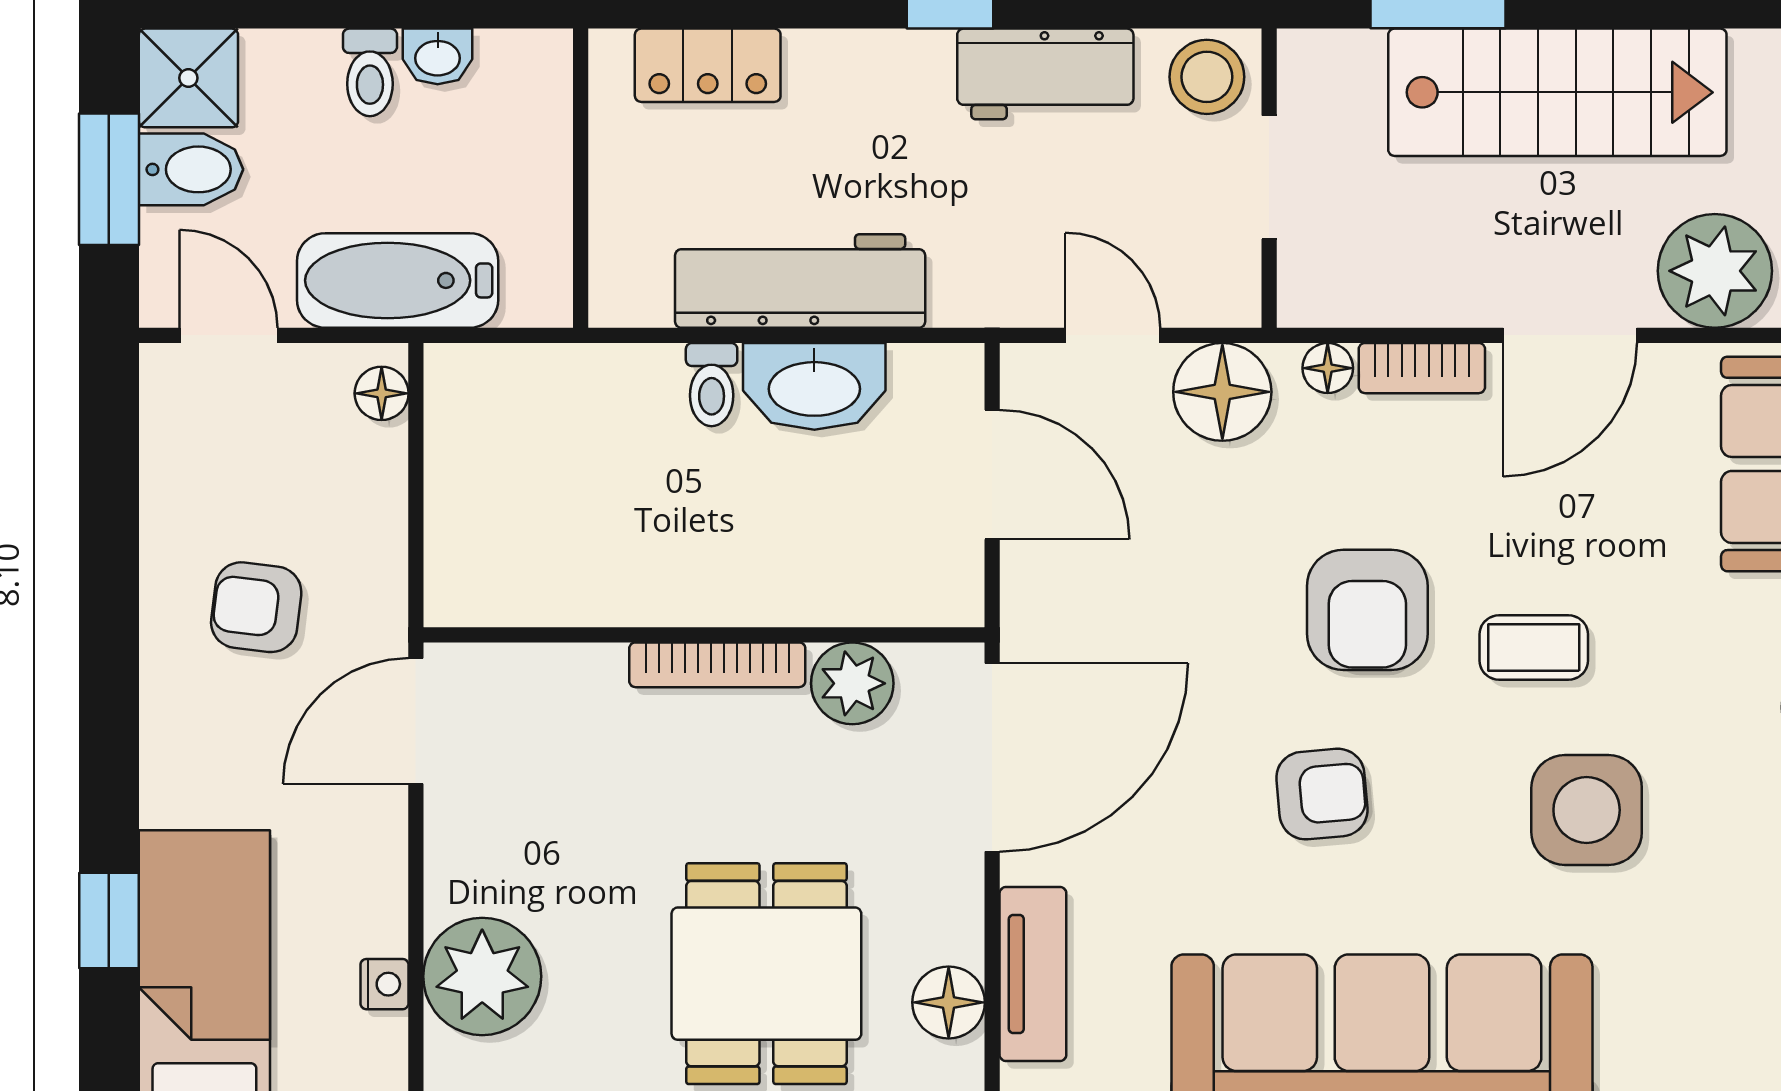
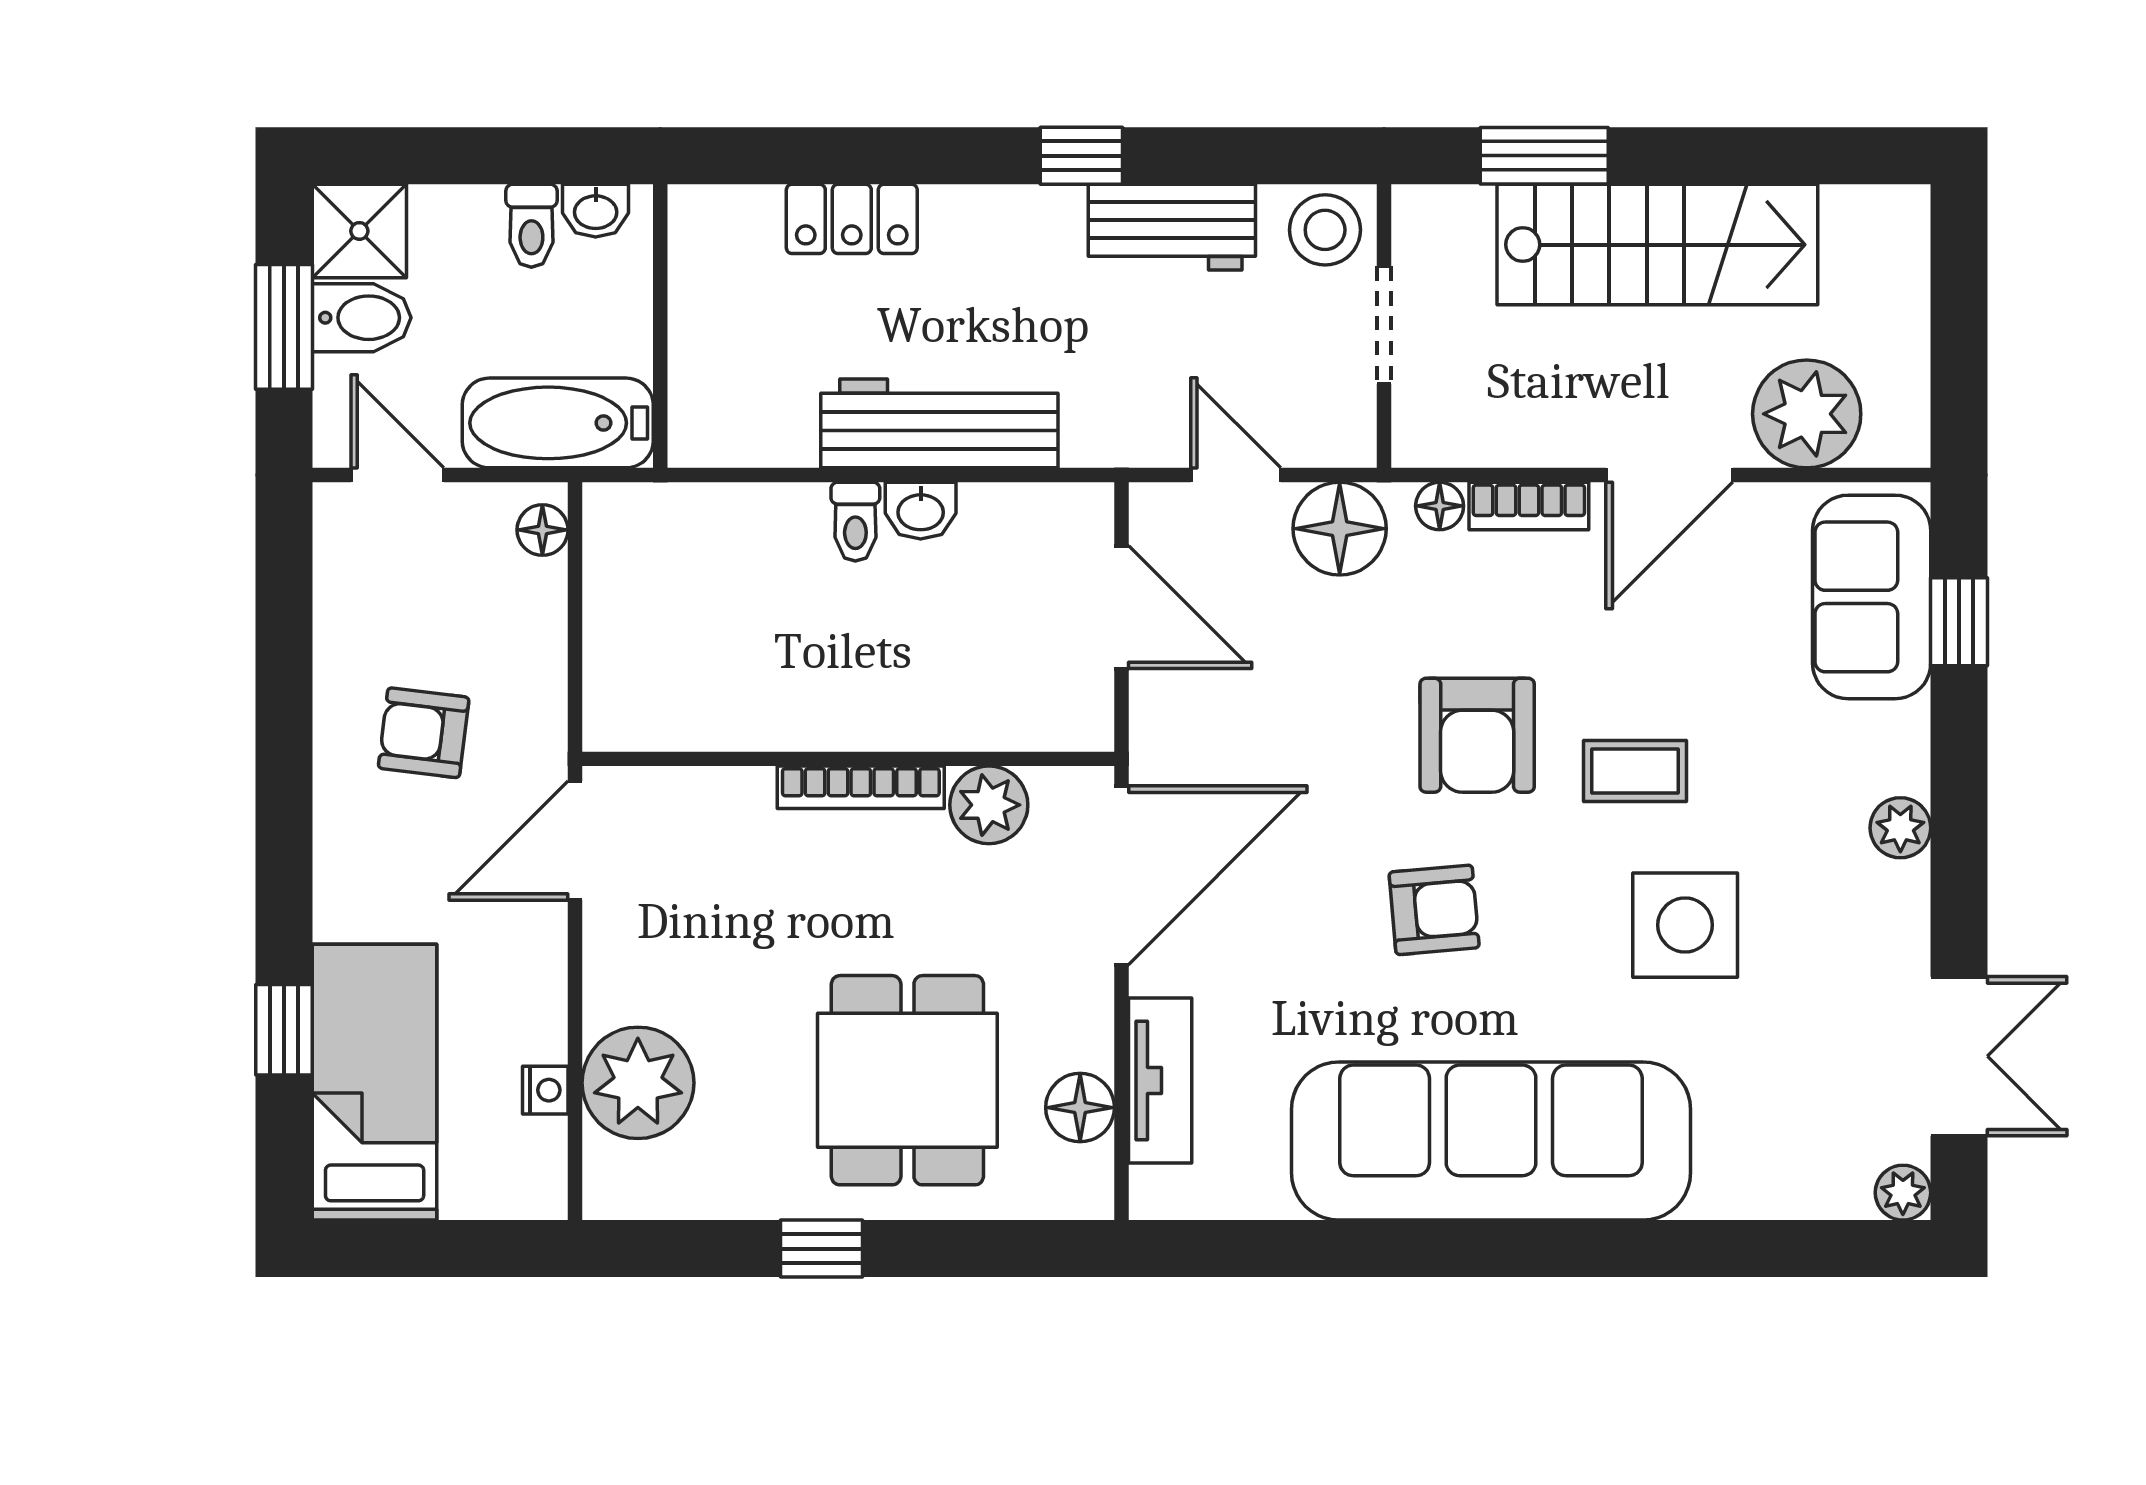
wall: (581, 178) -> (660, 326), moved
washbasin: (814, 386) -> (921, 511), width x0.52, depth x0.69

